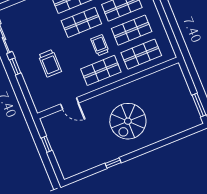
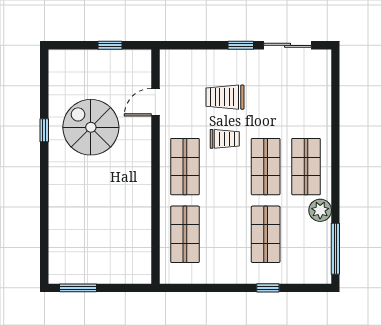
shop shelf: (132, 30) -> (225, 234), removed
trolley: (100, 45) -> (225, 139), moved
spiral stairs: (128, 121) -> (91, 127), moved

